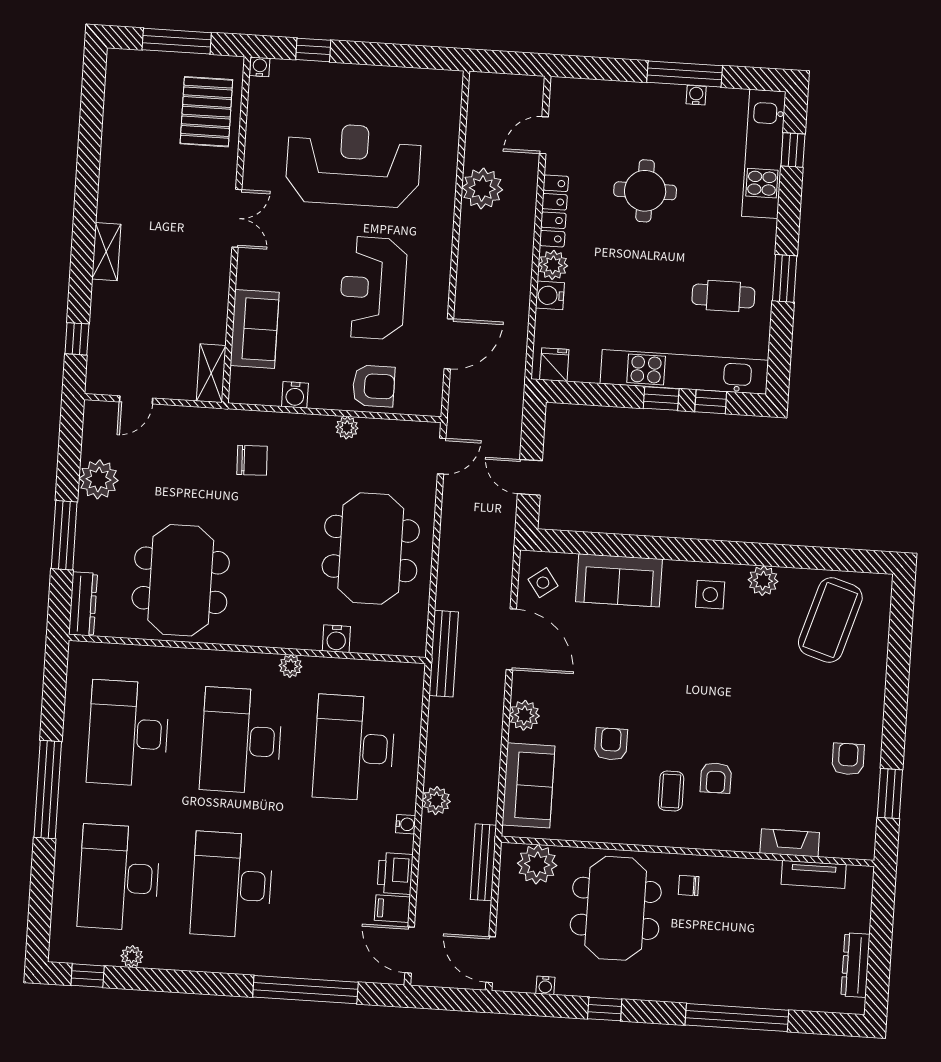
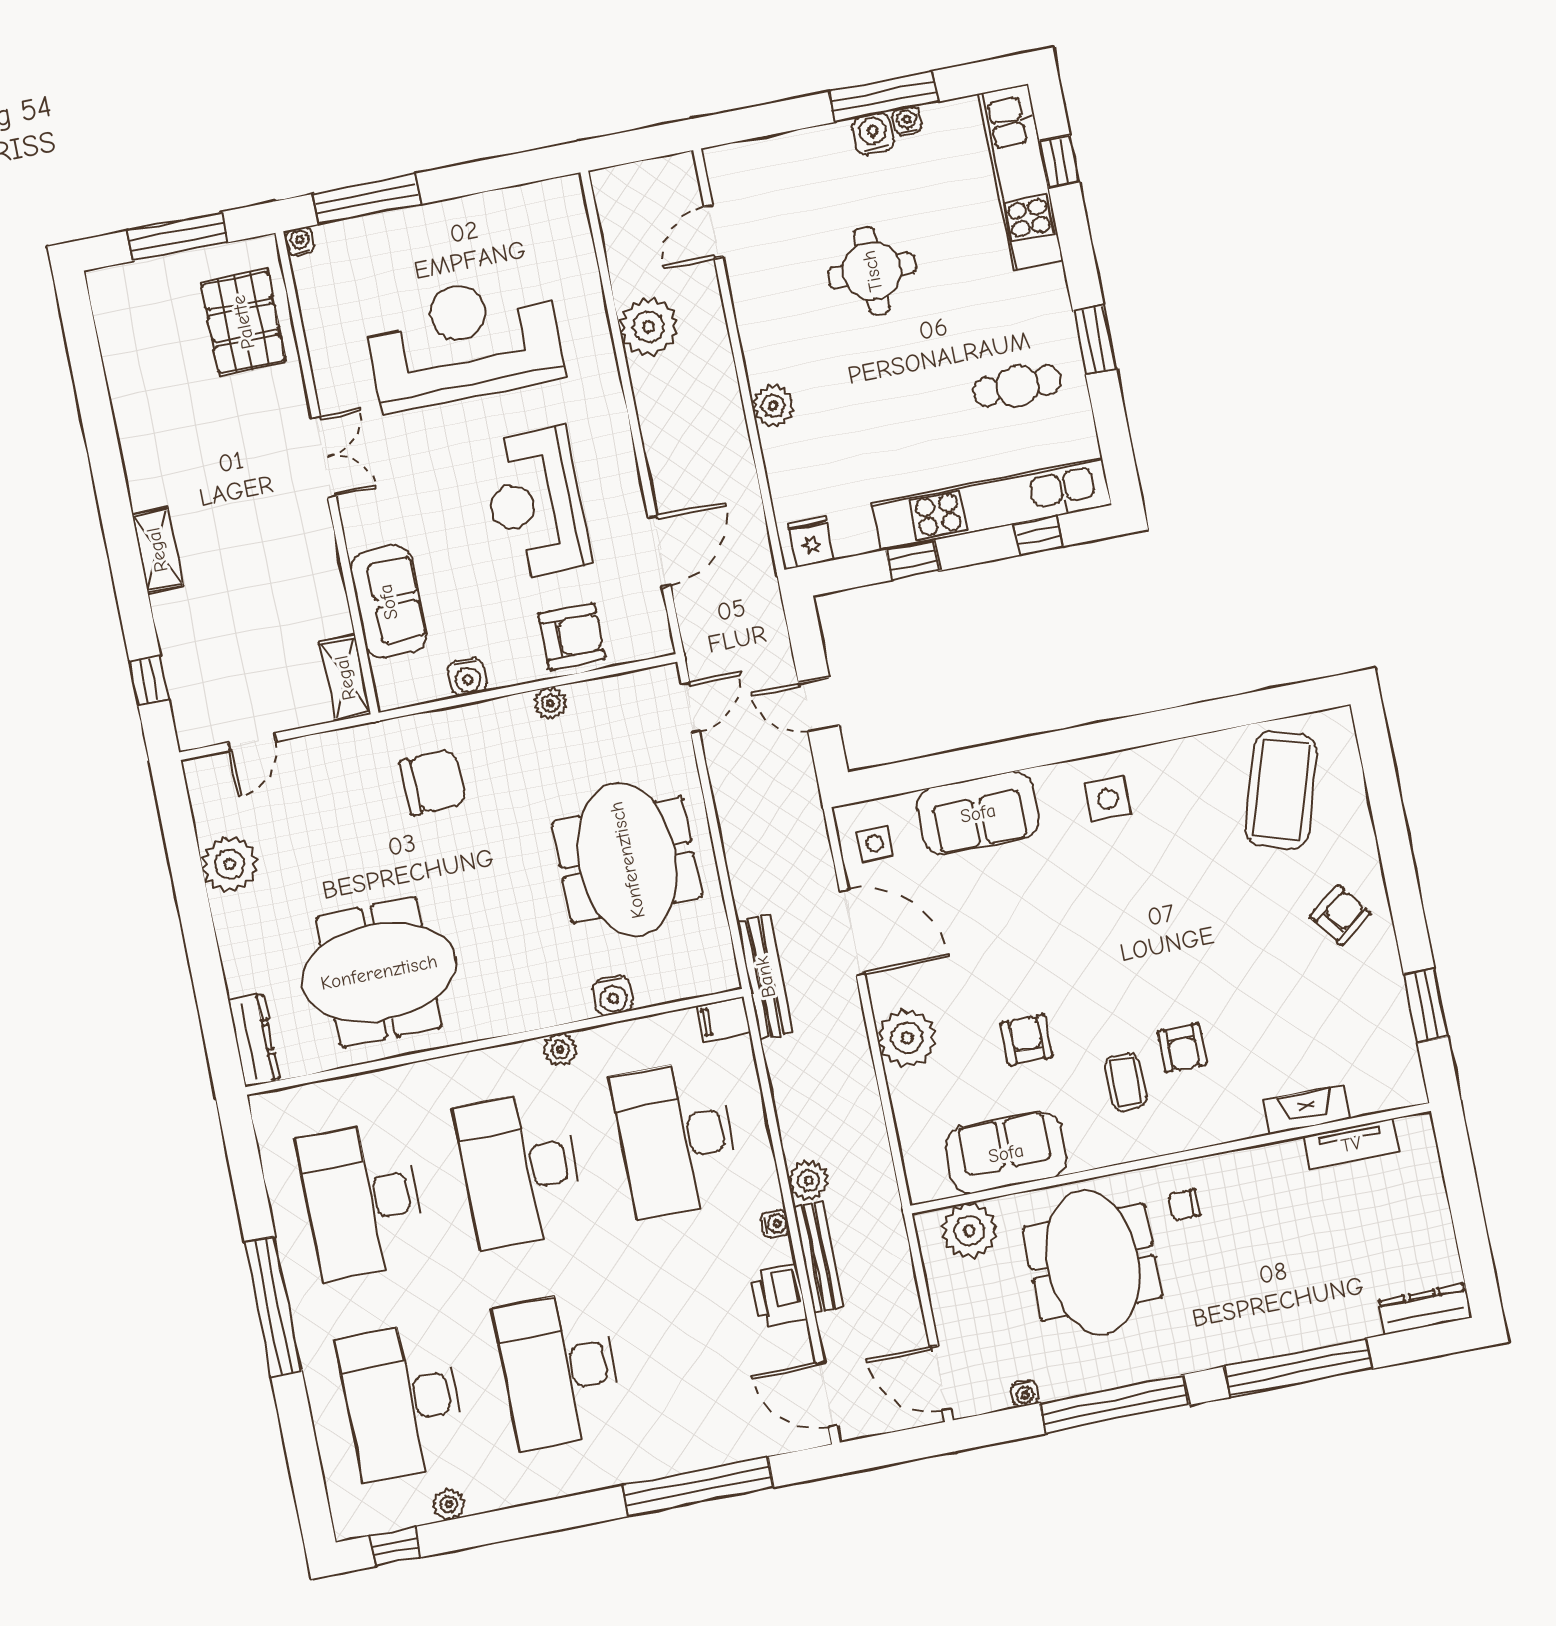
window: (313, 50) -> (367, 199), width x2.17
locker: (554, 211) -> (755, 331), removed
water cooler: (550, 295) -> (873, 134), moved, turned 90
window: (661, 399) -> (913, 560), moved
chair: (252, 460) -> (433, 782), width x1.37, depth x1.37
window: (64, 535) -> (203, 953), removed
meeting table: (181, 580) -> (379, 972), turned 90
plant: (763, 581) -> (1175, 761), removed
side table: (543, 583) -> (875, 844), turned 36
plant: (524, 715) -> (907, 1038), width x1.36, depth x1.36
armchair: (848, 759) -> (1340, 915), moved, turned 53
sofa: (528, 785) -> (1006, 1153), moved, turned -90
bench: (483, 862) -> (818, 1257), moved
filing cabinet: (392, 909) -> (723, 1019), moved
dresser: (855, 965) -> (1424, 1309), moved, turned 90
window: (605, 1009) -> (1114, 1404), width x3.17

